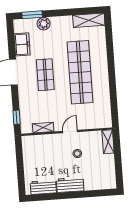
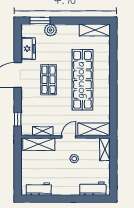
shelving: (95, 122) -> (94, 129), added
shelving: (40, 141) -> (39, 144), added
workbench: (70, 185) -> (93, 189), moved

